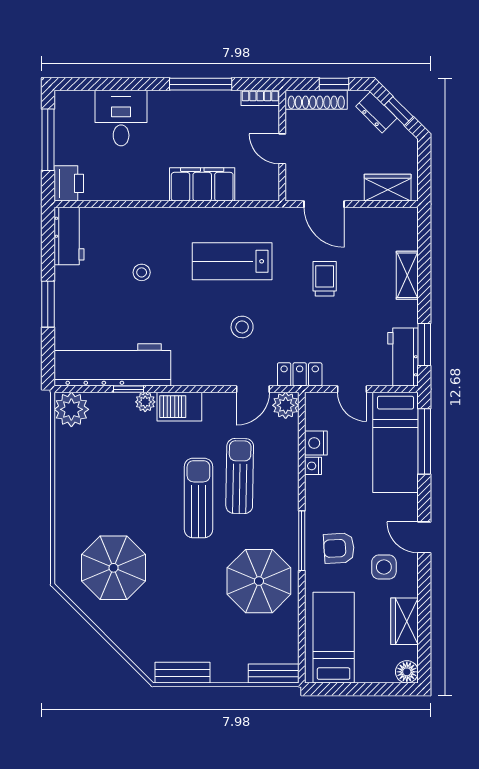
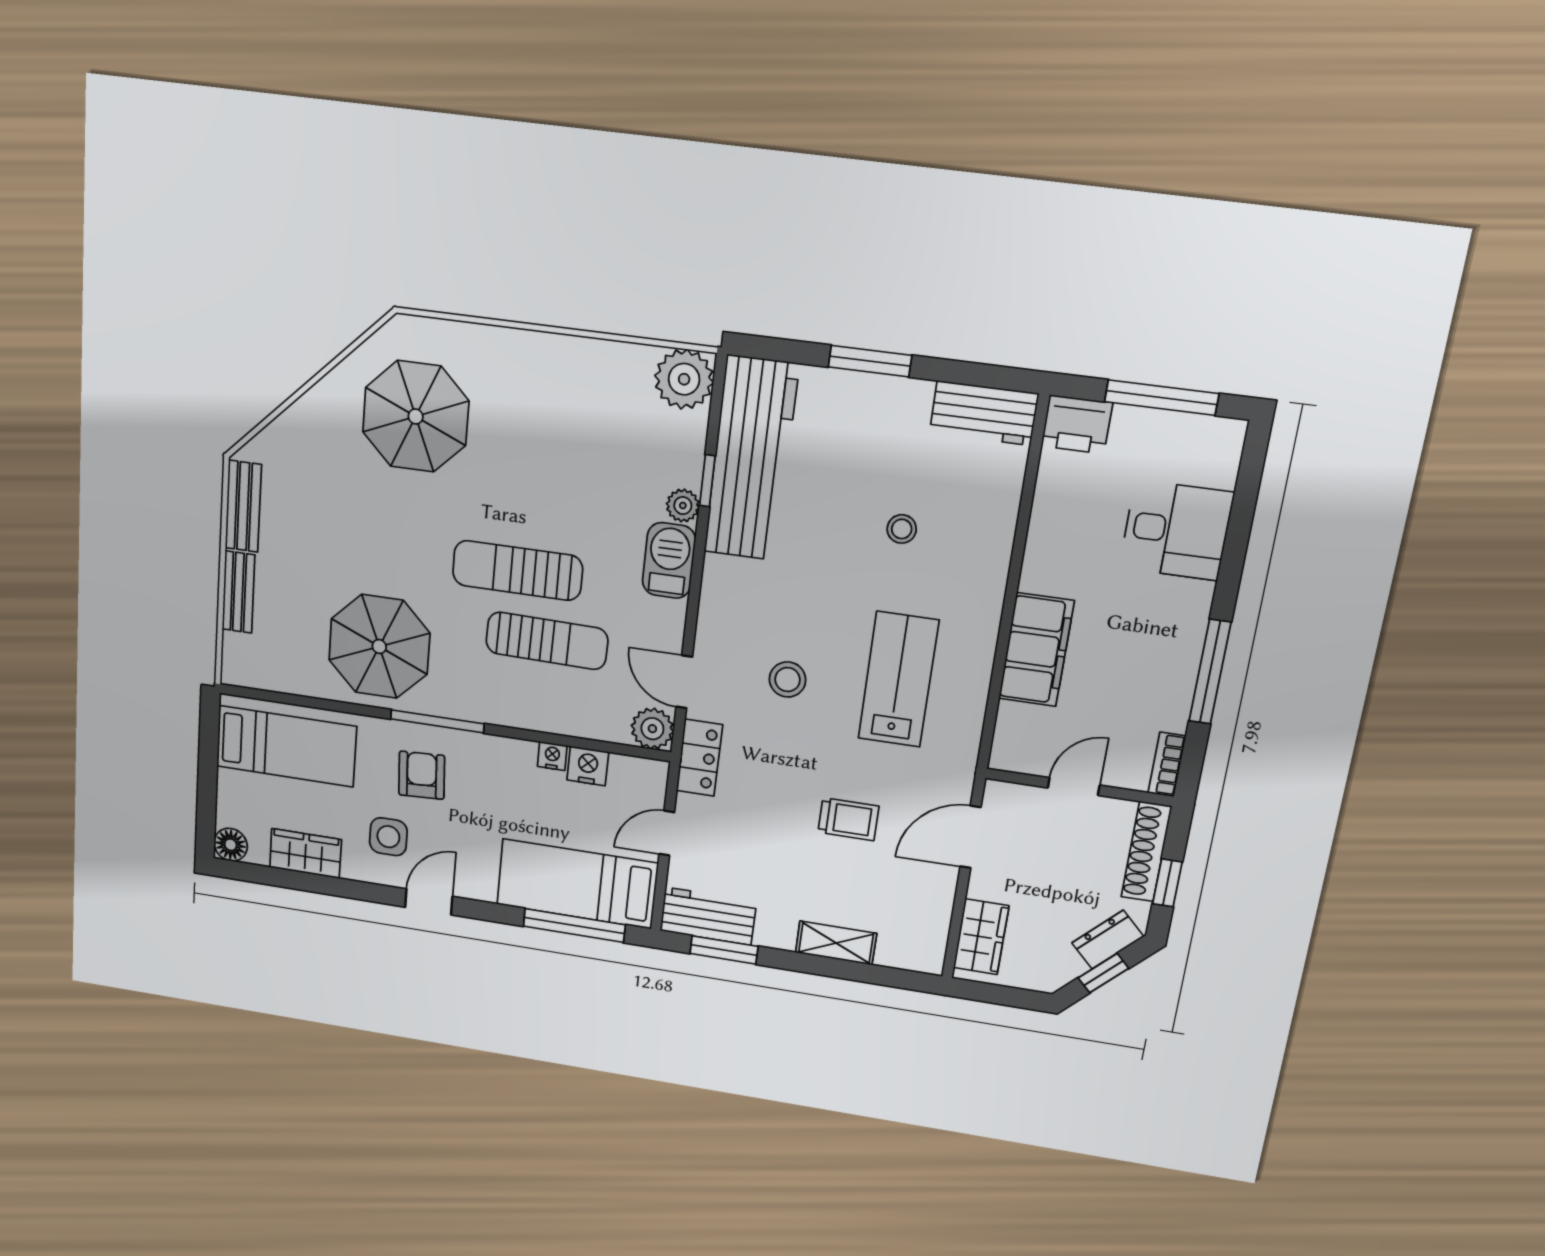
sun lounger: (198, 498) -> (517, 570), turned 180
bench: (274, 674) -> (238, 592), moved

